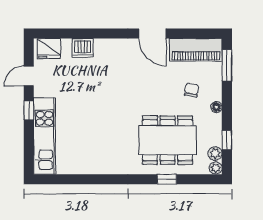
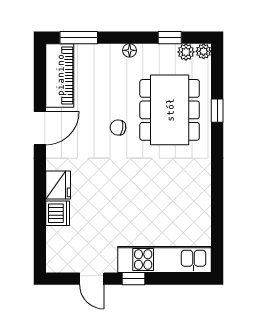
fridge: (49, 48) -> (58, 185), moved
chair: (192, 90) -> (118, 127), moved

